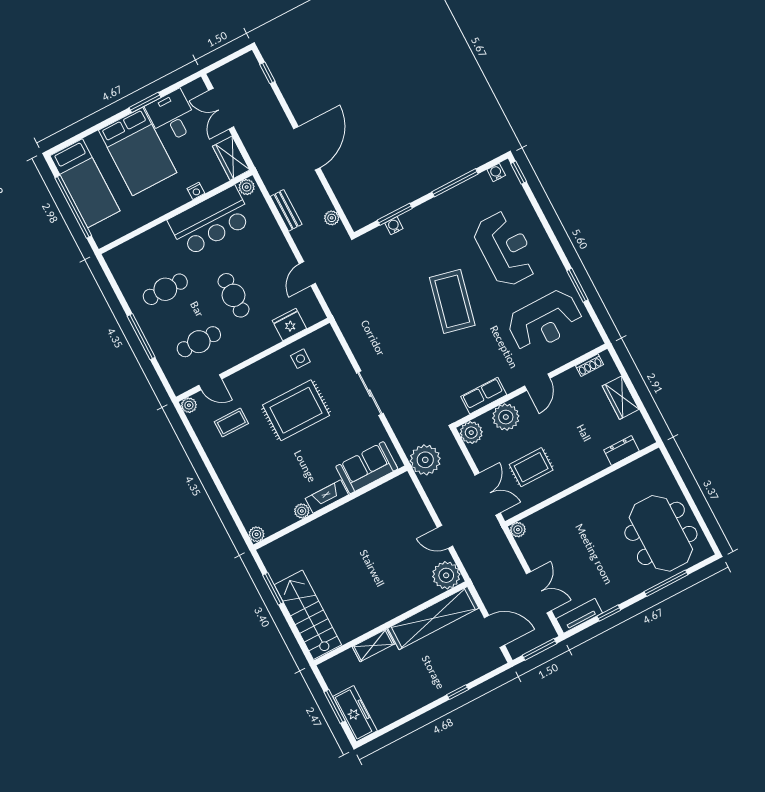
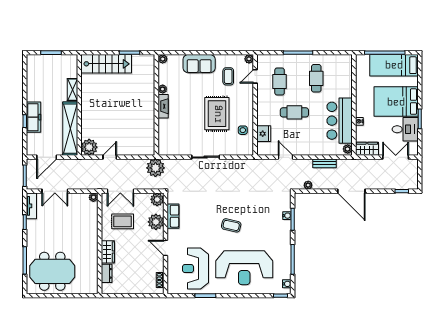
reception desk: (505, 249) -> (244, 268), width x1.36, depth x1.30
coffee table: (452, 301) -> (231, 225), width x0.54, depth x0.58
wardrobe: (621, 398) -> (108, 252), moved, turned 90
rug: (531, 467) -> (123, 221), turned 90
sofa: (367, 468) -> (199, 64), moved, turned 90
freezer: (355, 714) -> (33, 117), moved, turned -90

